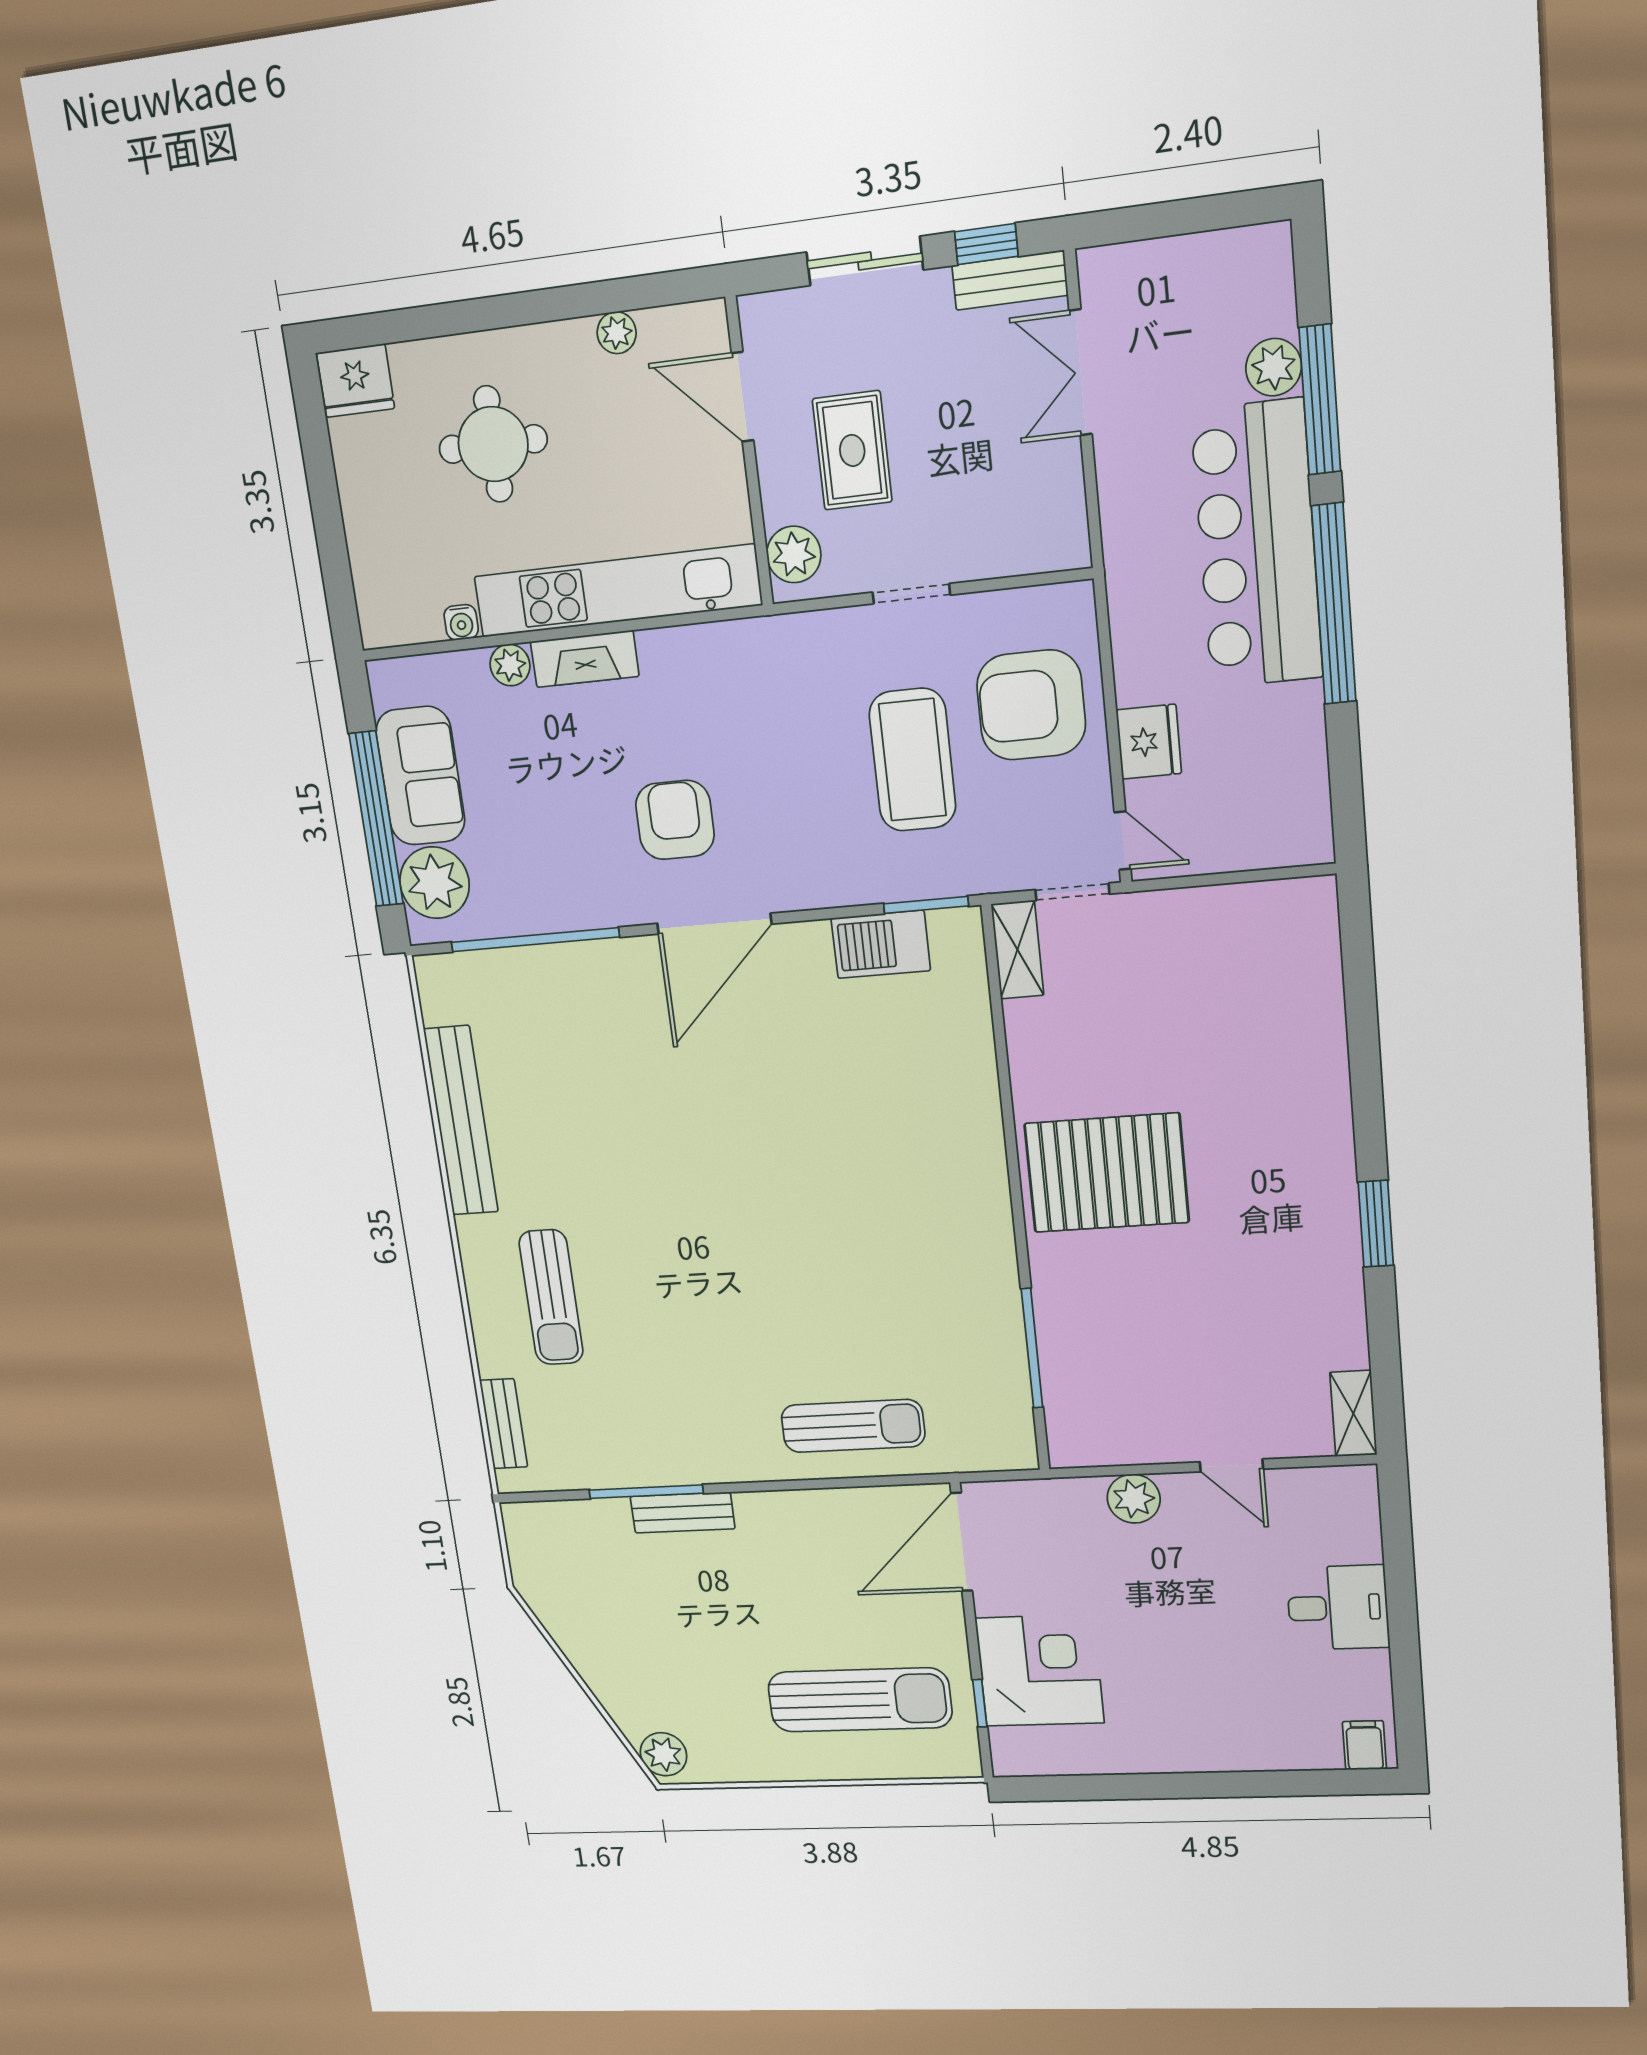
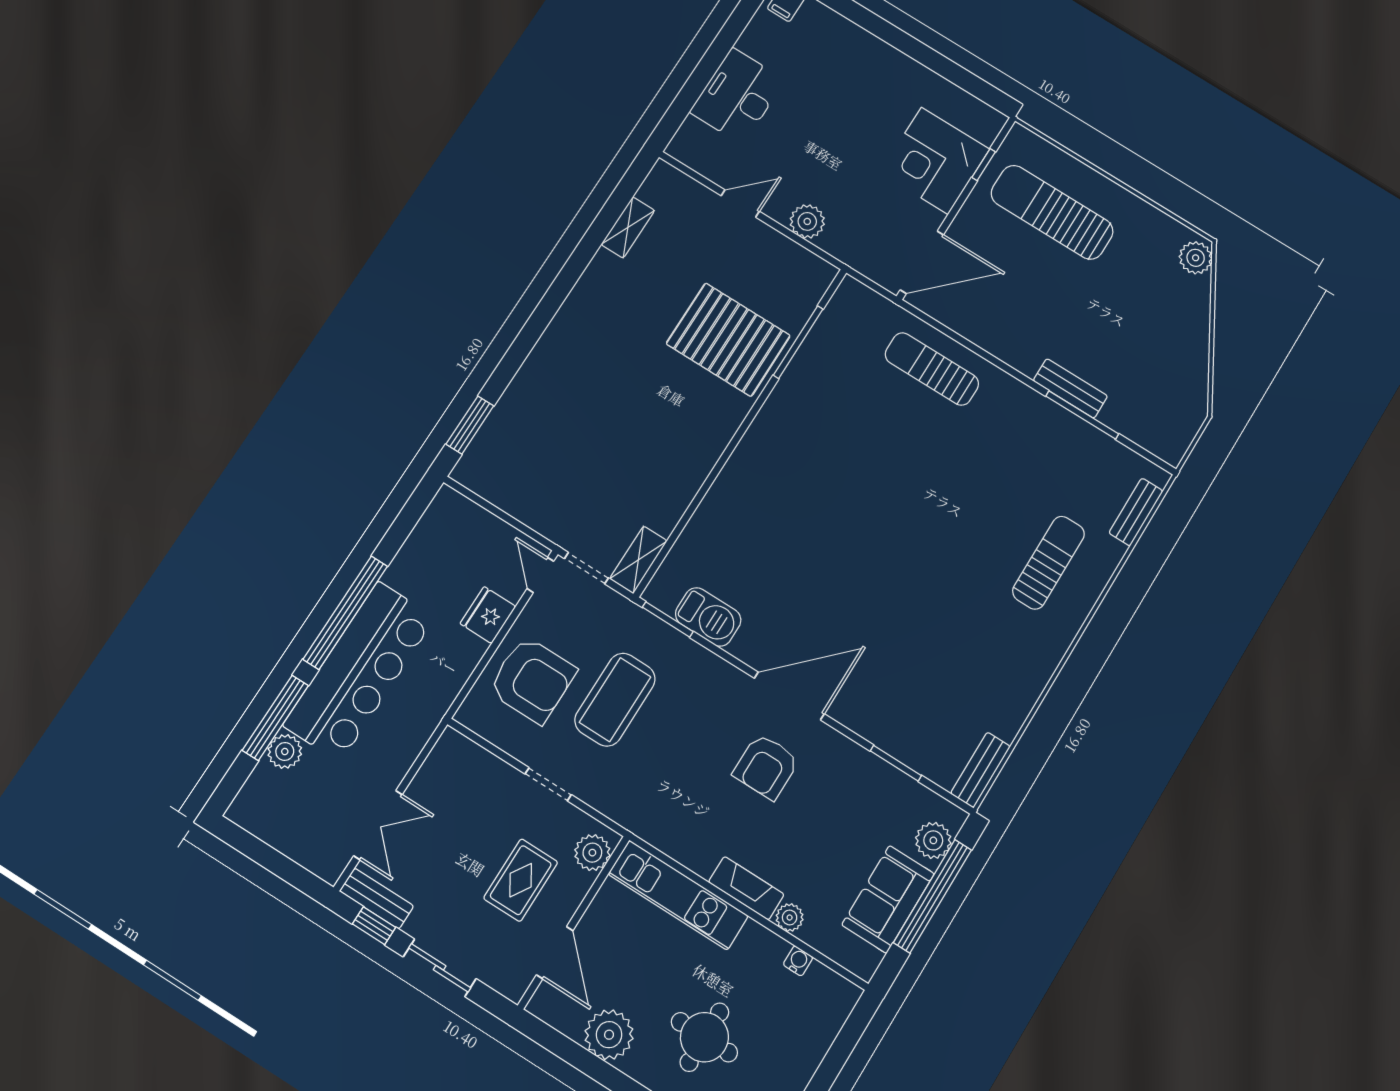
plant: (617, 333) -> (609, 1035), width x1.88, depth x1.88
kitchen unit: (617, 591) -> (678, 895), width x0.73
plant: (434, 883) -> (933, 840), width x0.73, depth x0.73
window: (535, 940) -> (896, 763), width x0.47
bench: (461, 1121) -> (980, 770), moved, width x0.54, depth x0.82
pallet: (1107, 1173) -> (728, 340), moved
window: (1376, 1224) -> (470, 425), moved
shelving: (1353, 1413) -> (628, 227), moved
door: (1231, 1465) -> (740, 204), hinge flipped
desk: (1338, 1608) -> (737, 96), width x1.37

